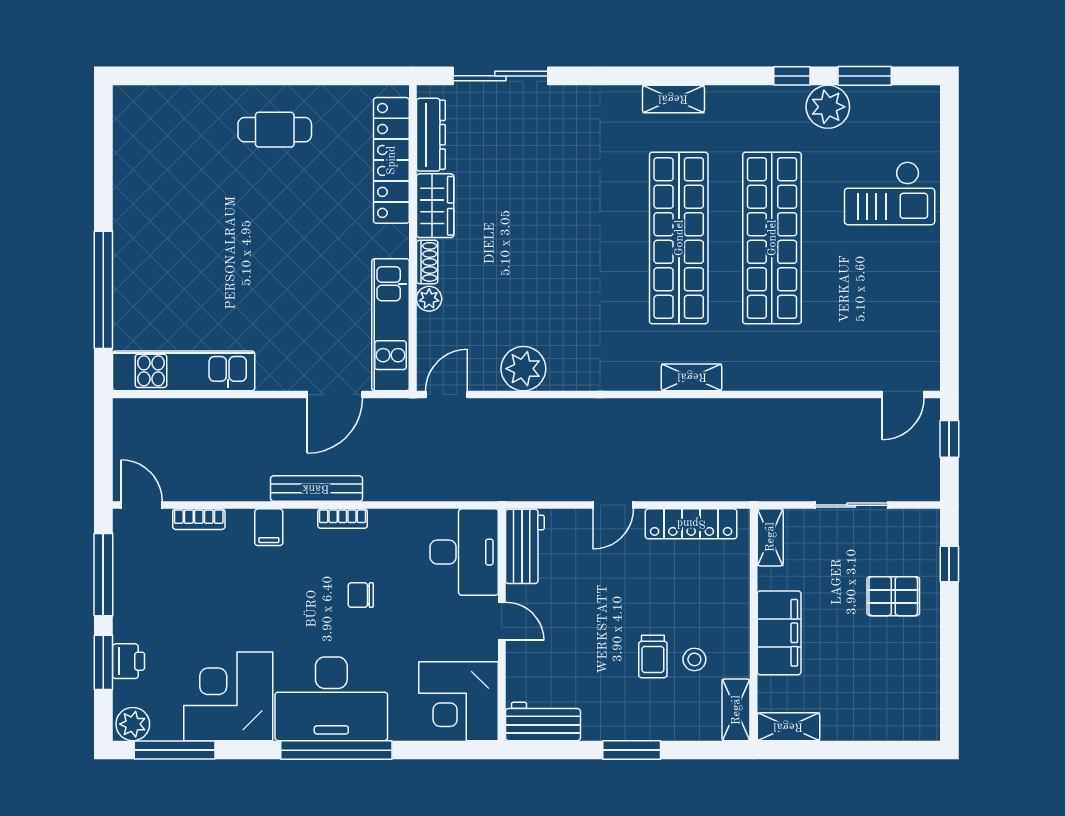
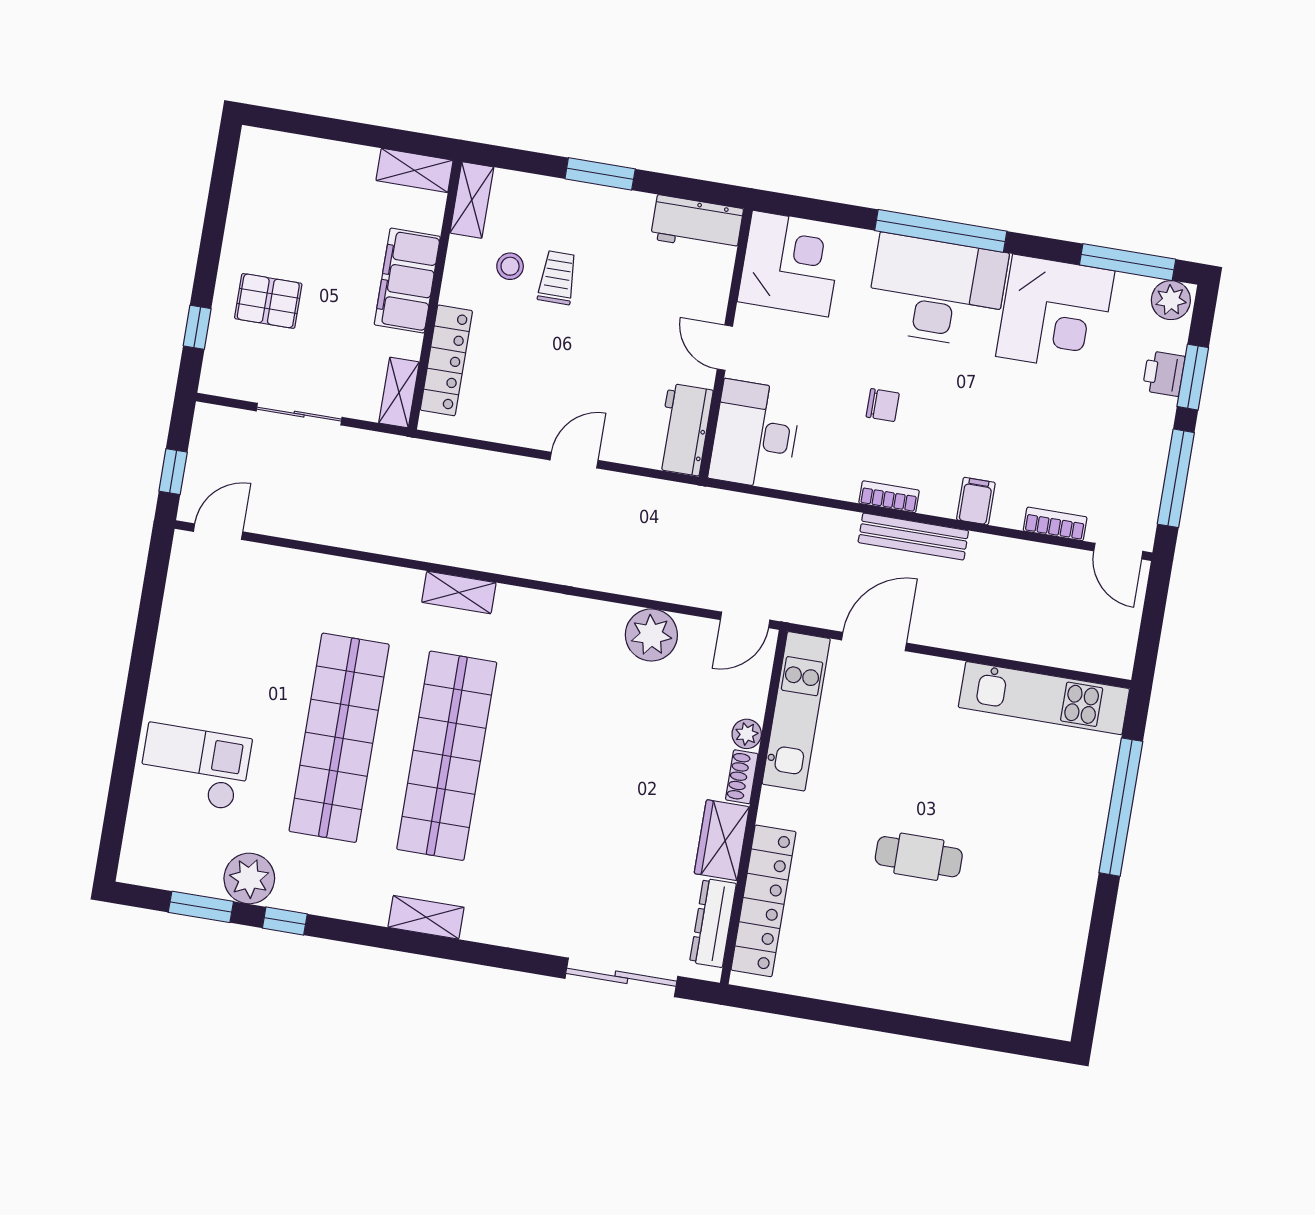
cafe table: (275, 130) -> (919, 857), moved
locker: (691, 524) -> (446, 360), moved, turned 90

